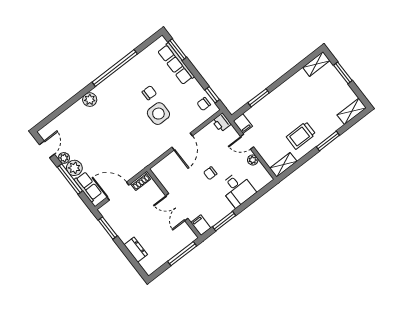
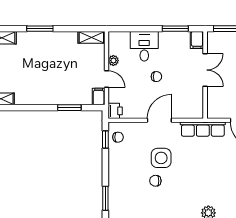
row of seats: (176, 64) -> (203, 129), moved, turned 90
trolley: (301, 135) -> (58, 50), removed
shoe rack: (141, 181) -> (219, 114), removed

